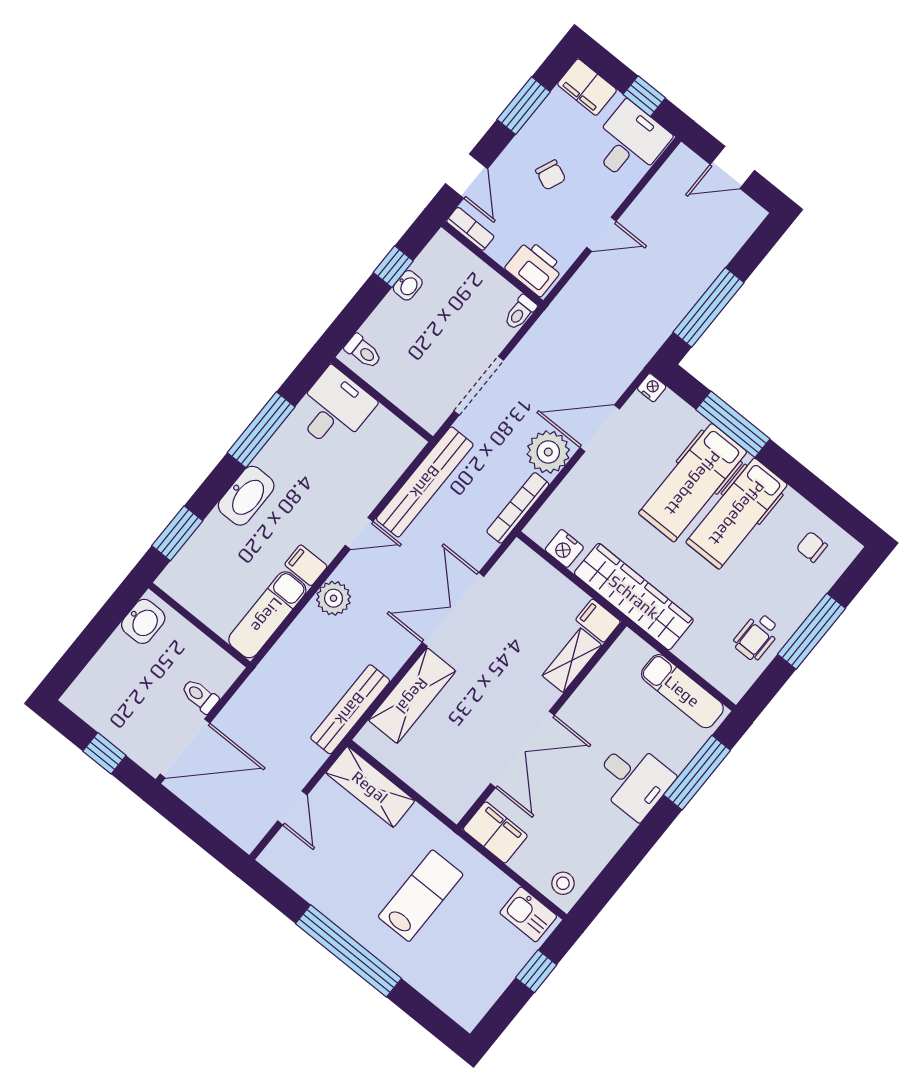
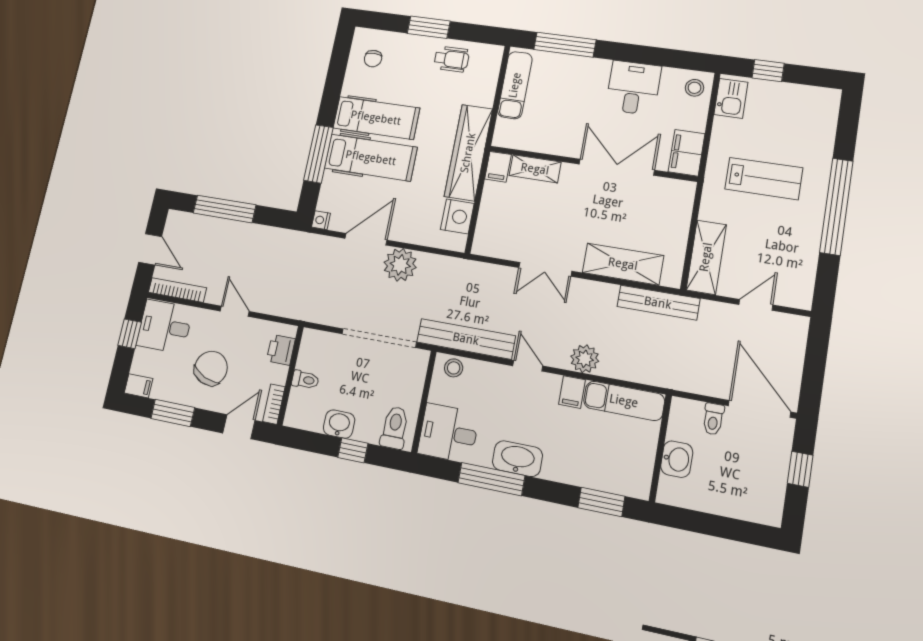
filing cabinet: (587, 87) -> (139, 386), width x0.50
chair: (551, 175) -> (211, 368), width x1.87, depth x1.87
window: (393, 267) -> (353, 450), moved
printer: (534, 268) -> (281, 350), width x0.73, depth x0.81
washbasin: (408, 285) -> (339, 424), width x1.38, depth x1.45
window: (708, 307) -> (224, 209), moved
toilet: (520, 312) -> (305, 380), moved
toilet: (363, 351) -> (395, 428), width x1.37, depth x1.39
doorway: (479, 386) -> (379, 338), width x1.36
door: (600, 428) -> (366, 239), swing flipped
stool: (401, 452) -> (454, 368), added
washbasin: (246, 496) -> (517, 459), moved
bookcase: (518, 508) -> (177, 290), moved, turned 180
nightstand: (564, 548) -> (457, 216), width x1.36, depth x1.33
double door: (453, 609) -> (545, 269), width x0.73
washbasin: (143, 621) -> (677, 459), moved, turned 90
window: (812, 631) -> (429, 27), width x0.69
desk: (633, 780) -> (633, 88), moved
lab bench: (421, 896) -> (764, 178), turned 180

